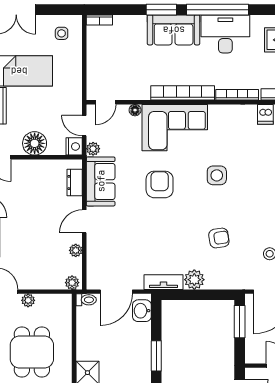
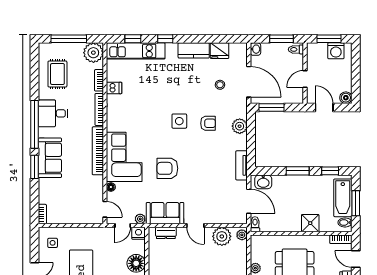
desk: (225, 34) -> (53, 113), width x0.73
side table: (217, 175) -> (179, 121), moved
armchair: (219, 238) -> (208, 123), turned 99
plant: (76, 250) -> (222, 236), width x1.87, depth x1.87
plant: (194, 280) -> (240, 126), moved

